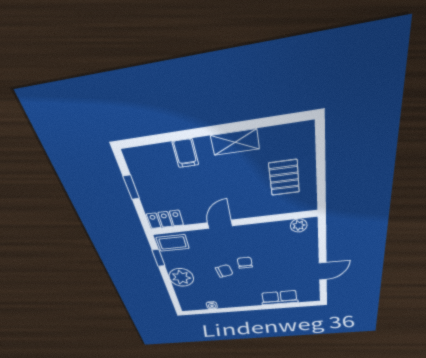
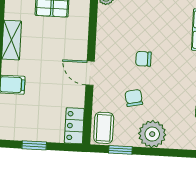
chair: (224, 271) -> (134, 98), moved

